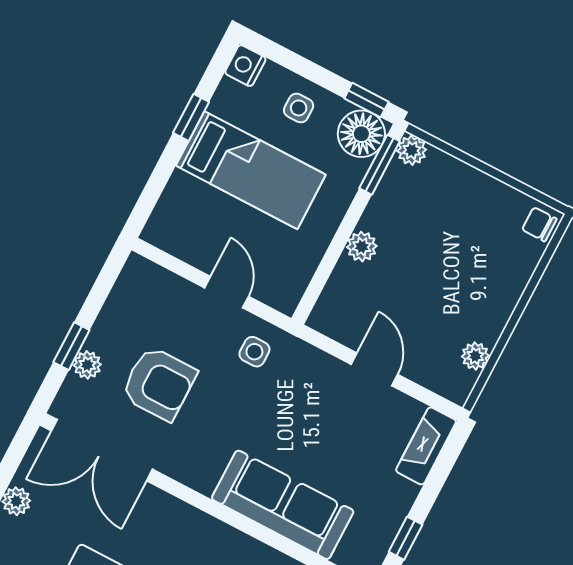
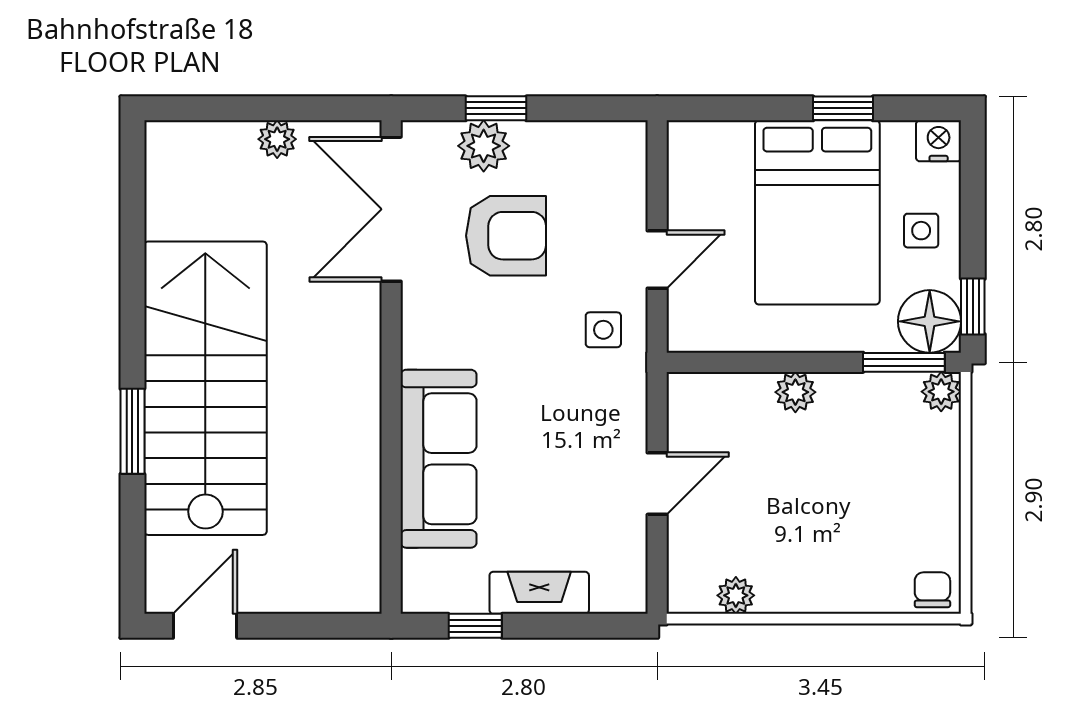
bed: (251, 170) -> (817, 212), width x1.50
plant: (87, 365) -> (484, 146), width x1.38, depth x1.38
armchair: (159, 383) -> (506, 236), turned -90
fireplace: (426, 446) -> (539, 593), moved

